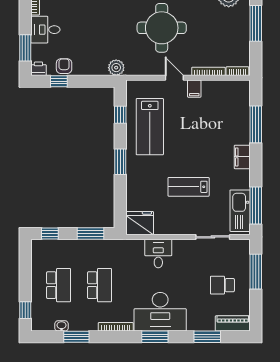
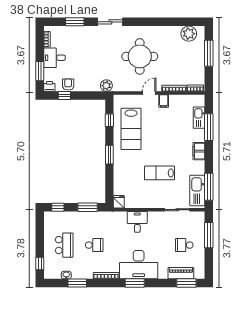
door: (174, 78) -> (149, 93), hinge flipped
kitchen sink: (242, 111) -> (199, 118), added
fridge: (140, 223) -> (119, 202), width x0.53, depth x0.75
school desk: (100, 285) -> (94, 245), width x0.54
piano: (233, 323) -> (181, 273), moved
window: (207, 337) -> (186, 283), moved

